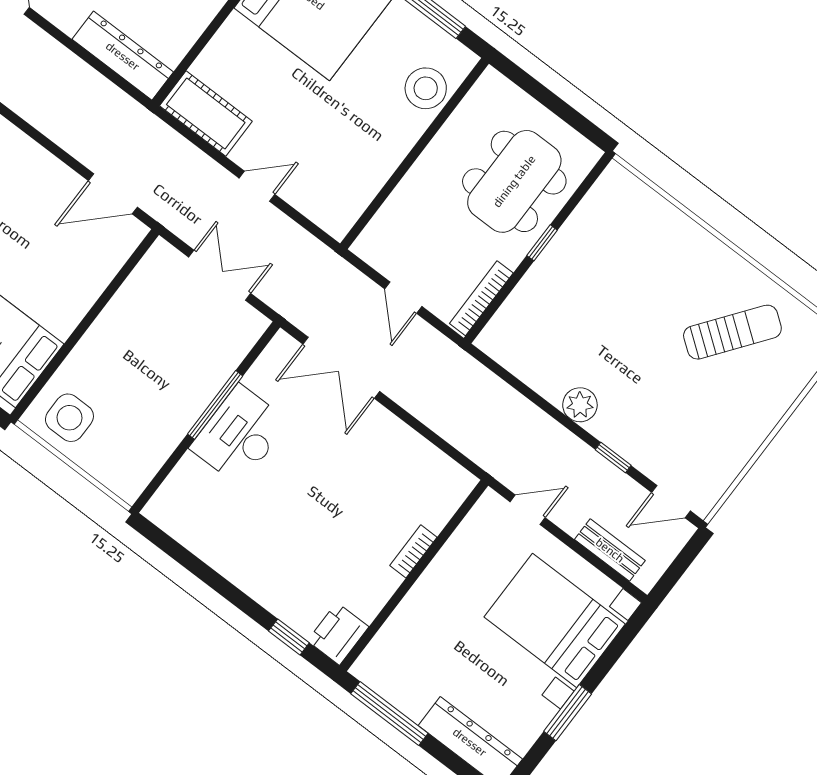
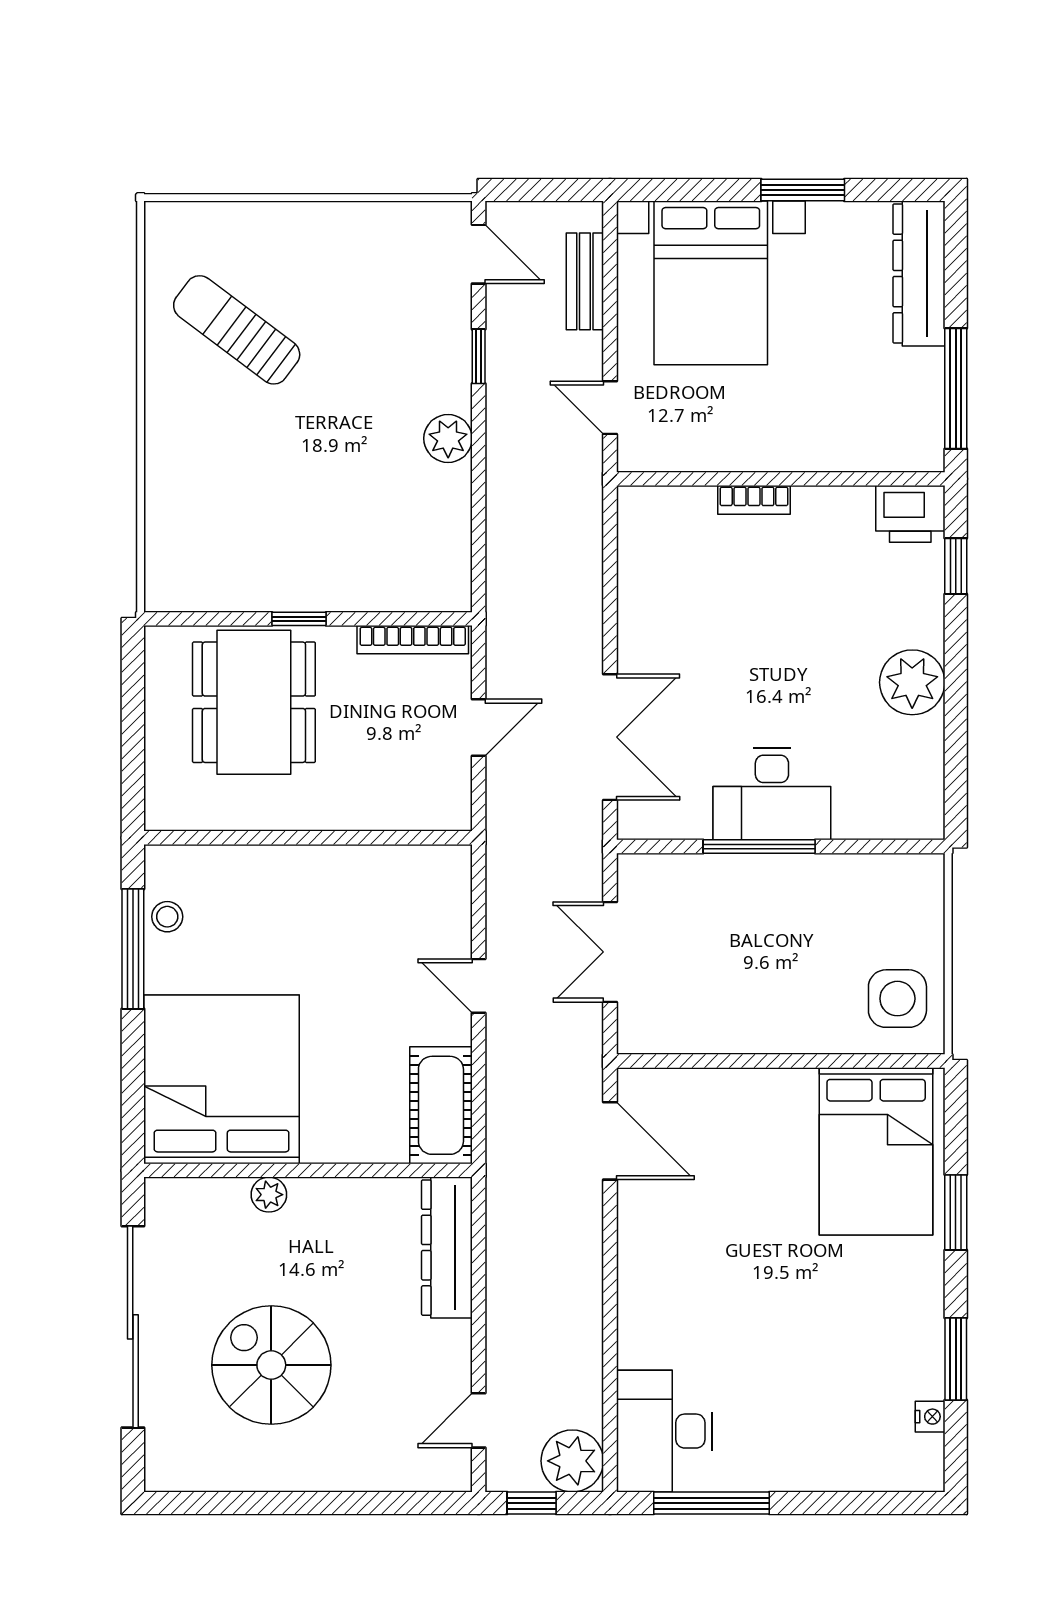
stool: (426, 88) -> (167, 917), moved, width x0.53, depth x0.53
dining table: (514, 181) -> (254, 702), turned 90
plant: (242, 562) -> (912, 682), added

